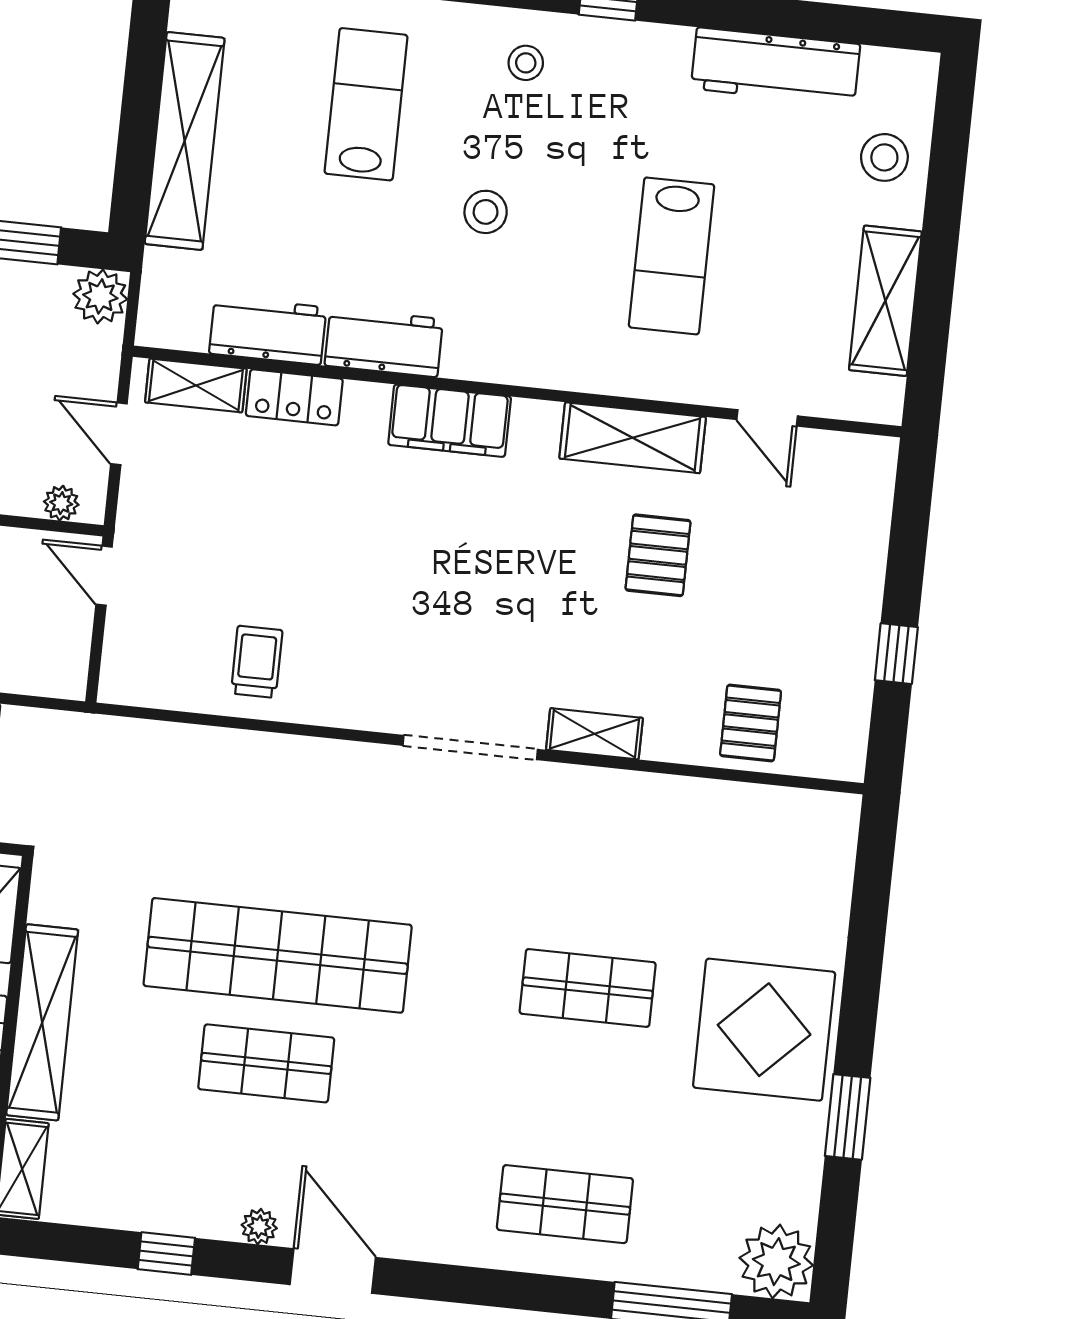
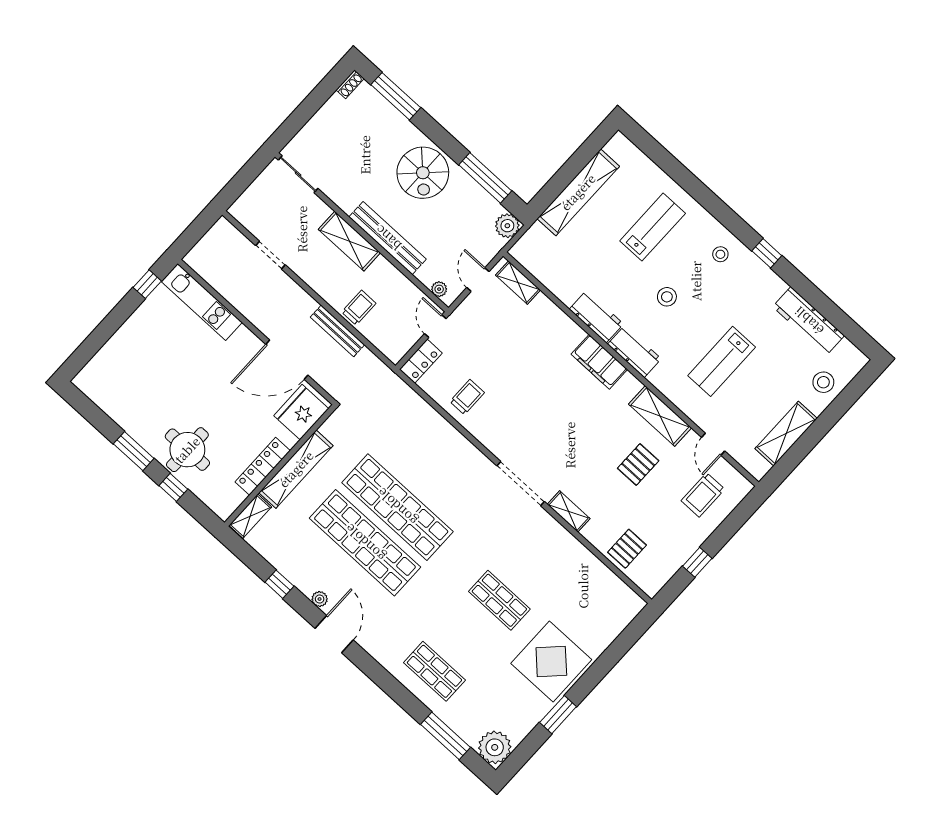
workbench: (268, 330) -> (634, 352), moved
locker: (294, 397) -> (421, 361), moved, turned -90
trolley: (816, 524) -> (703, 495), added
shop shelf: (266, 1063) -> (365, 543), width x2.00, depth x1.36

